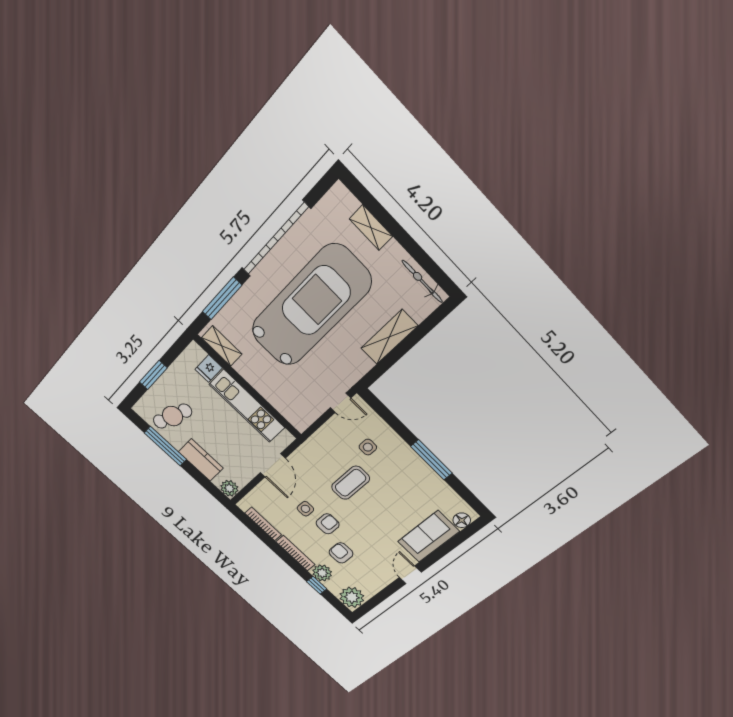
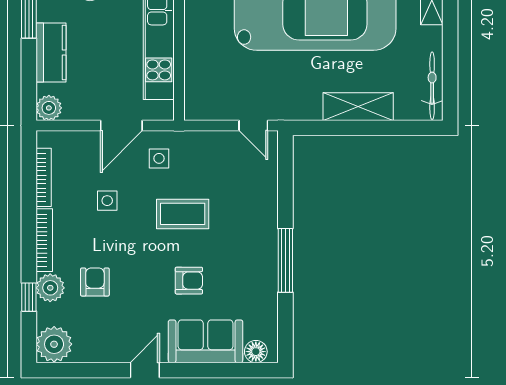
side table: (368, 447) -> (159, 158), moved
armchair: (328, 524) -> (189, 281), moved

